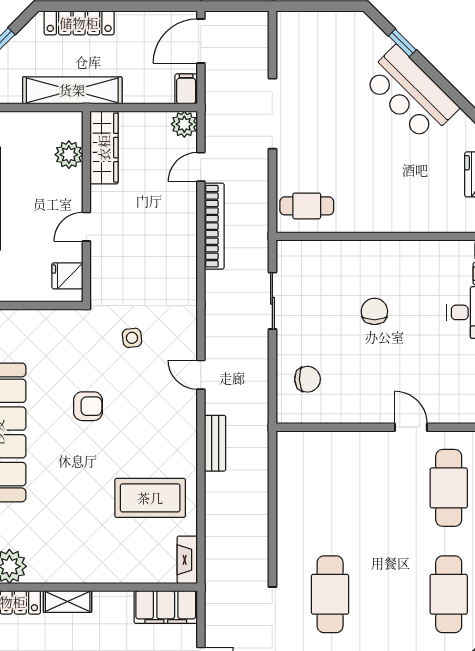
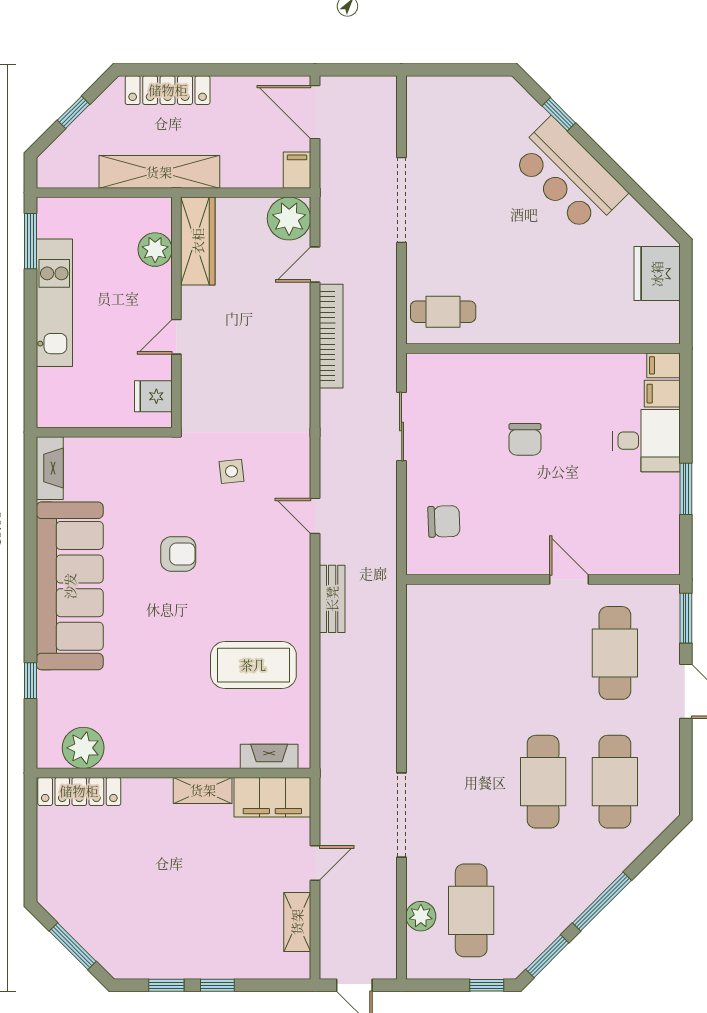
door: (201, 41) -> (315, 112), hinge flipped
plant: (184, 124) -> (289, 219), width x1.36, depth x1.36
chair: (374, 311) -> (525, 439), turned 180
fireplace: (187, 560) -> (269, 756), moved, turned 90
cafe table: (330, 594) -> (543, 782), moved
shelving: (68, 602) -> (203, 790), moved

